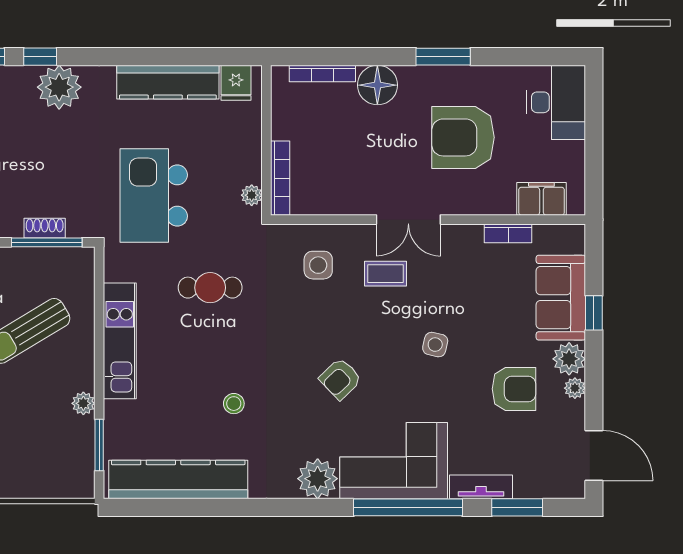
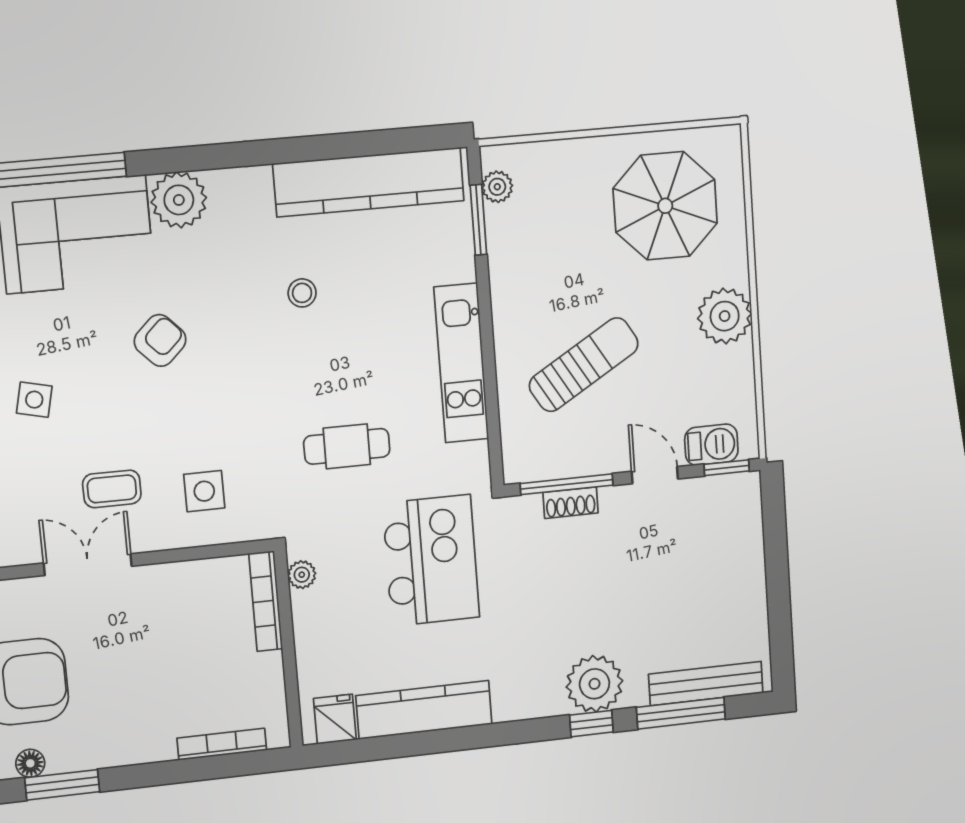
floor lamp: (377, 85) -> (30, 763), moved, width x0.53, depth x0.53
plant: (59, 87) -> (595, 684), moved
plant: (83, 403) -> (497, 187), moved

